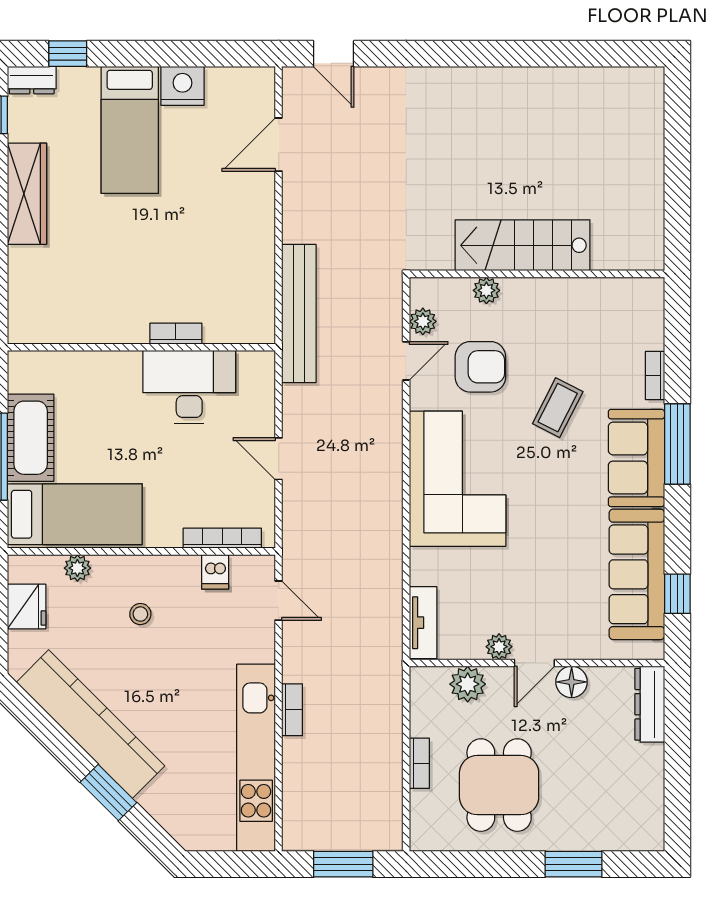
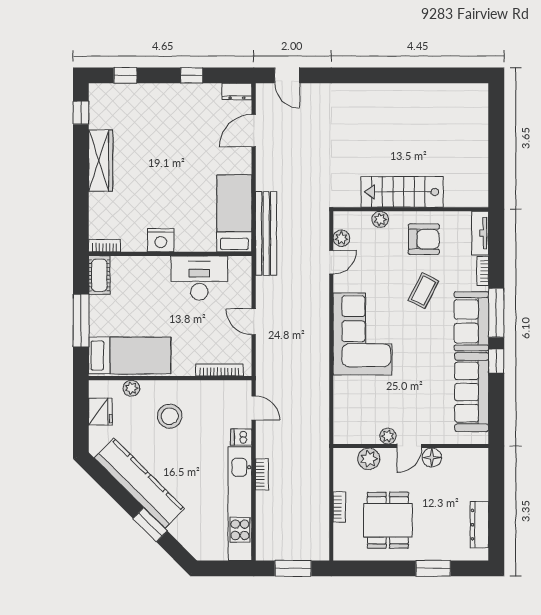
window: (177, 54) -> (192, 75), added
dresser: (32, 80) -> (237, 91), moved
nightstand: (182, 86) -> (161, 240), moved, turned 180
bed: (130, 130) -> (234, 213), moved, turned 180
bookcase: (176, 334) -> (105, 246), moved
armchair: (480, 367) -> (424, 239), moved
cot: (31, 438) -> (99, 275), moved, width x0.73, depth x0.75
dishwasher: (215, 572) -> (241, 437), moved, turned 90
window: (677, 594) -> (496, 361), moved
stool: (140, 614) -> (170, 416), width x1.89, depth x1.89
tv unit: (423, 623) -> (480, 233), moved, turned 180
dresser: (650, 704) -> (479, 525), moved

